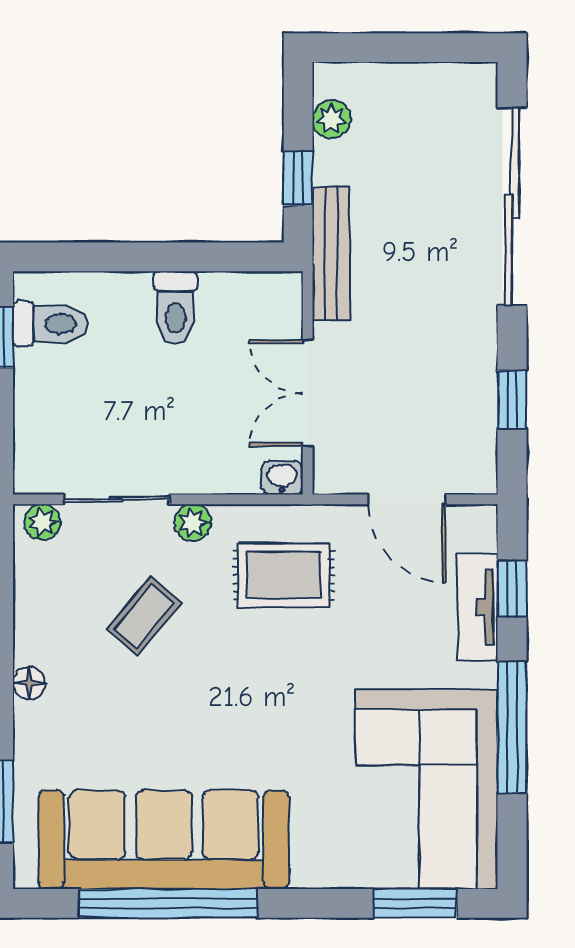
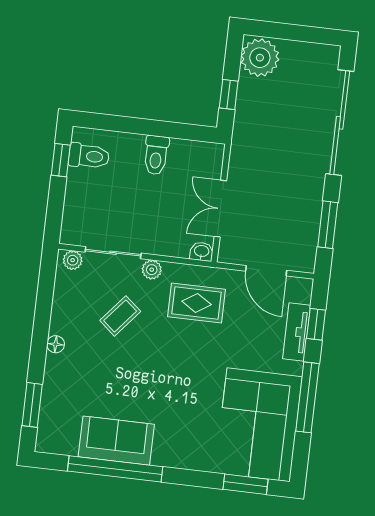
plant: (332, 119) -> (260, 58), width x1.88, depth x1.88
bench: (331, 254) -> (241, 136), removed
window: (512, 400) -> (328, 225), width x1.50
sofa: (164, 839) -> (116, 441), width x0.54, depth x0.79

